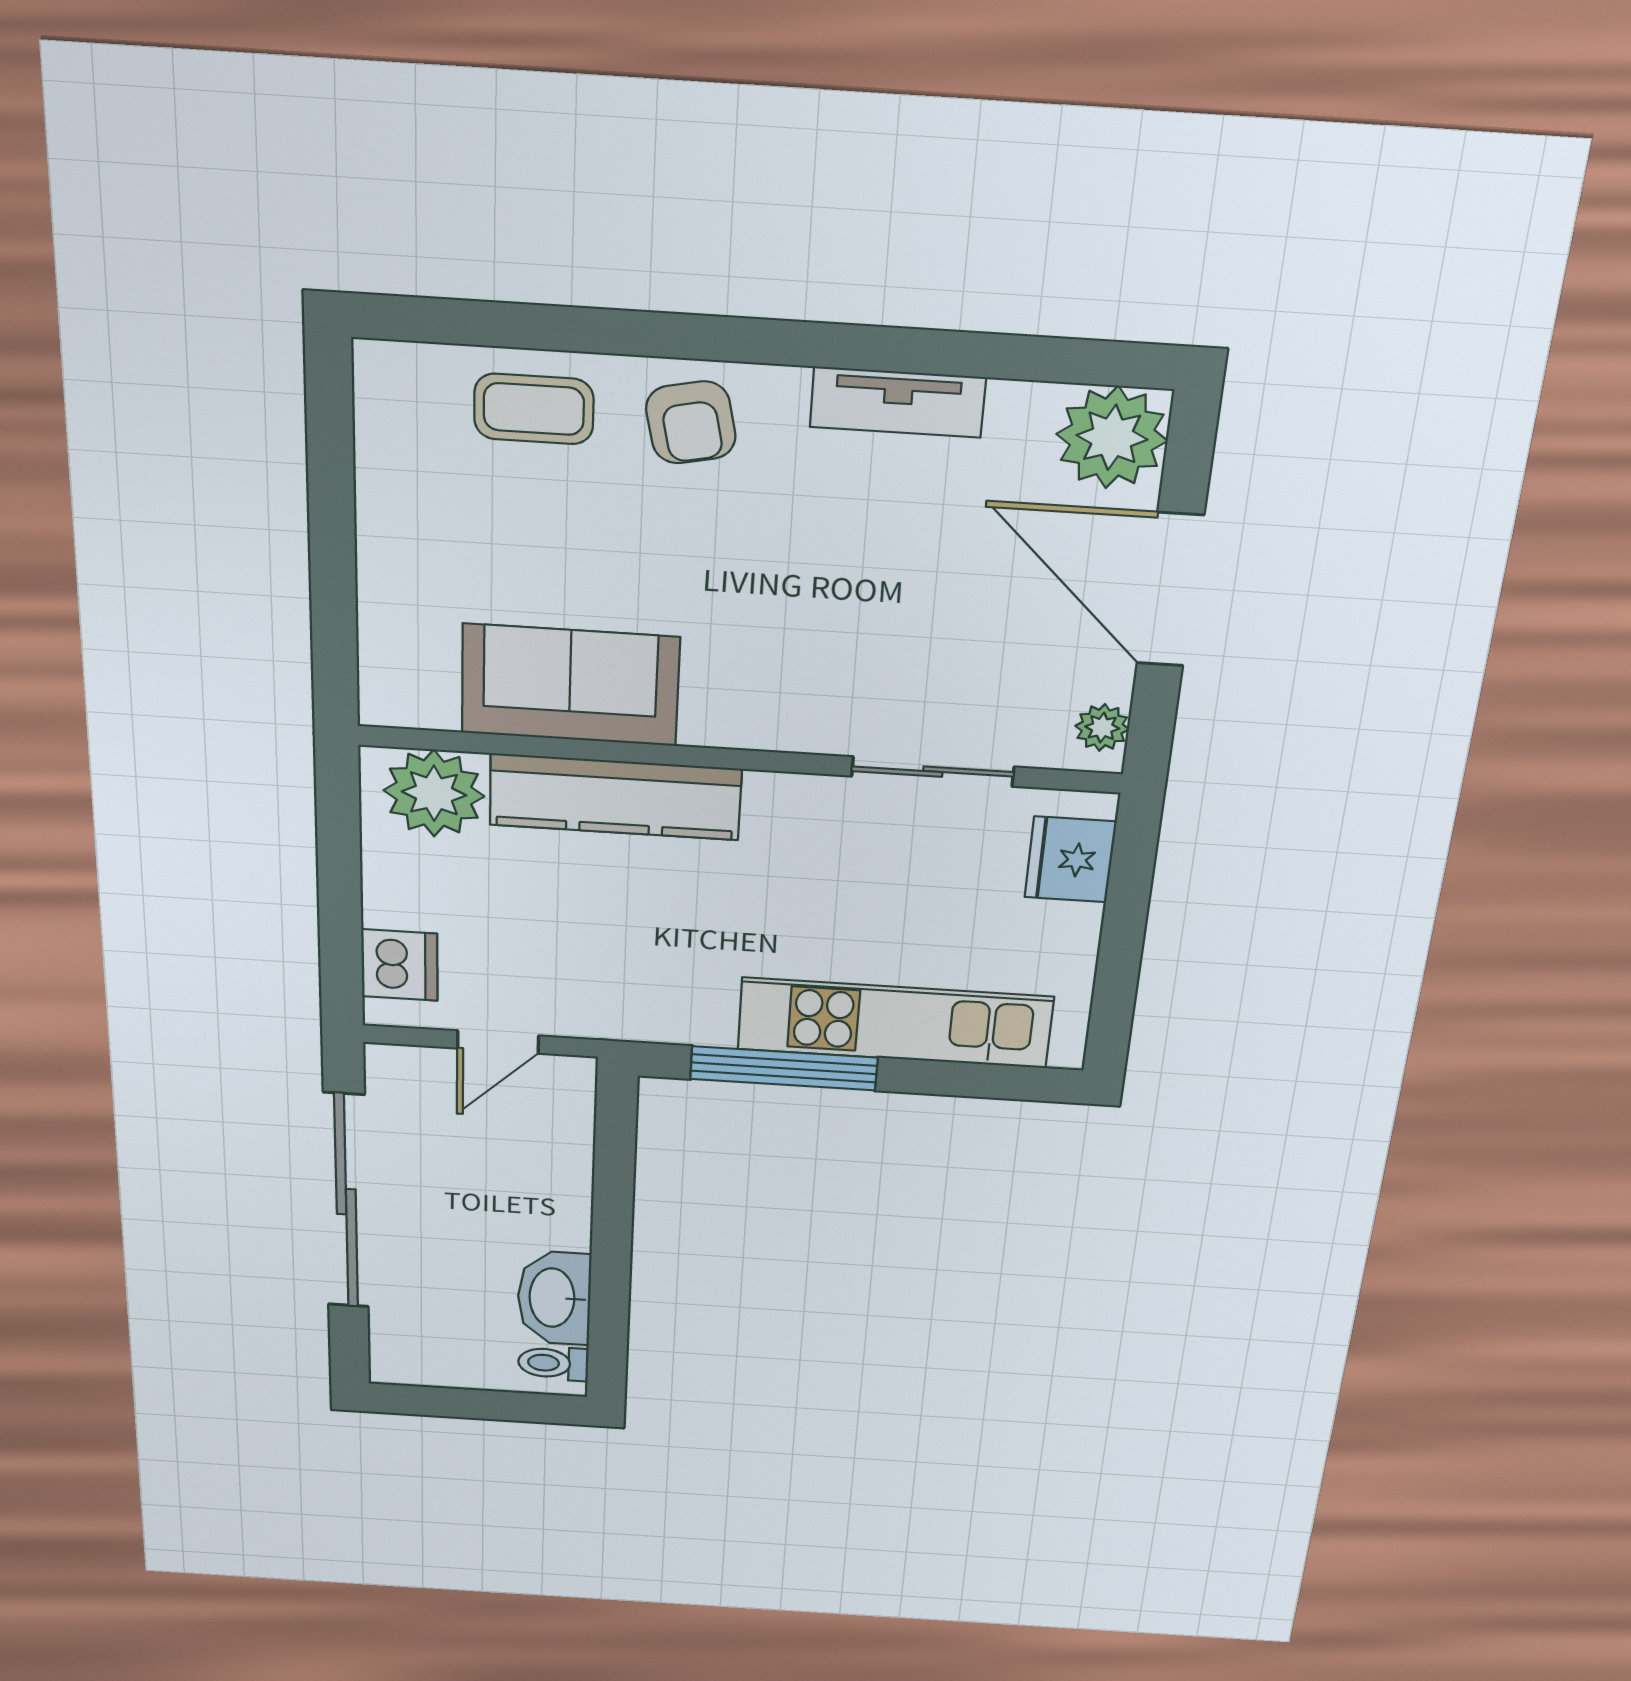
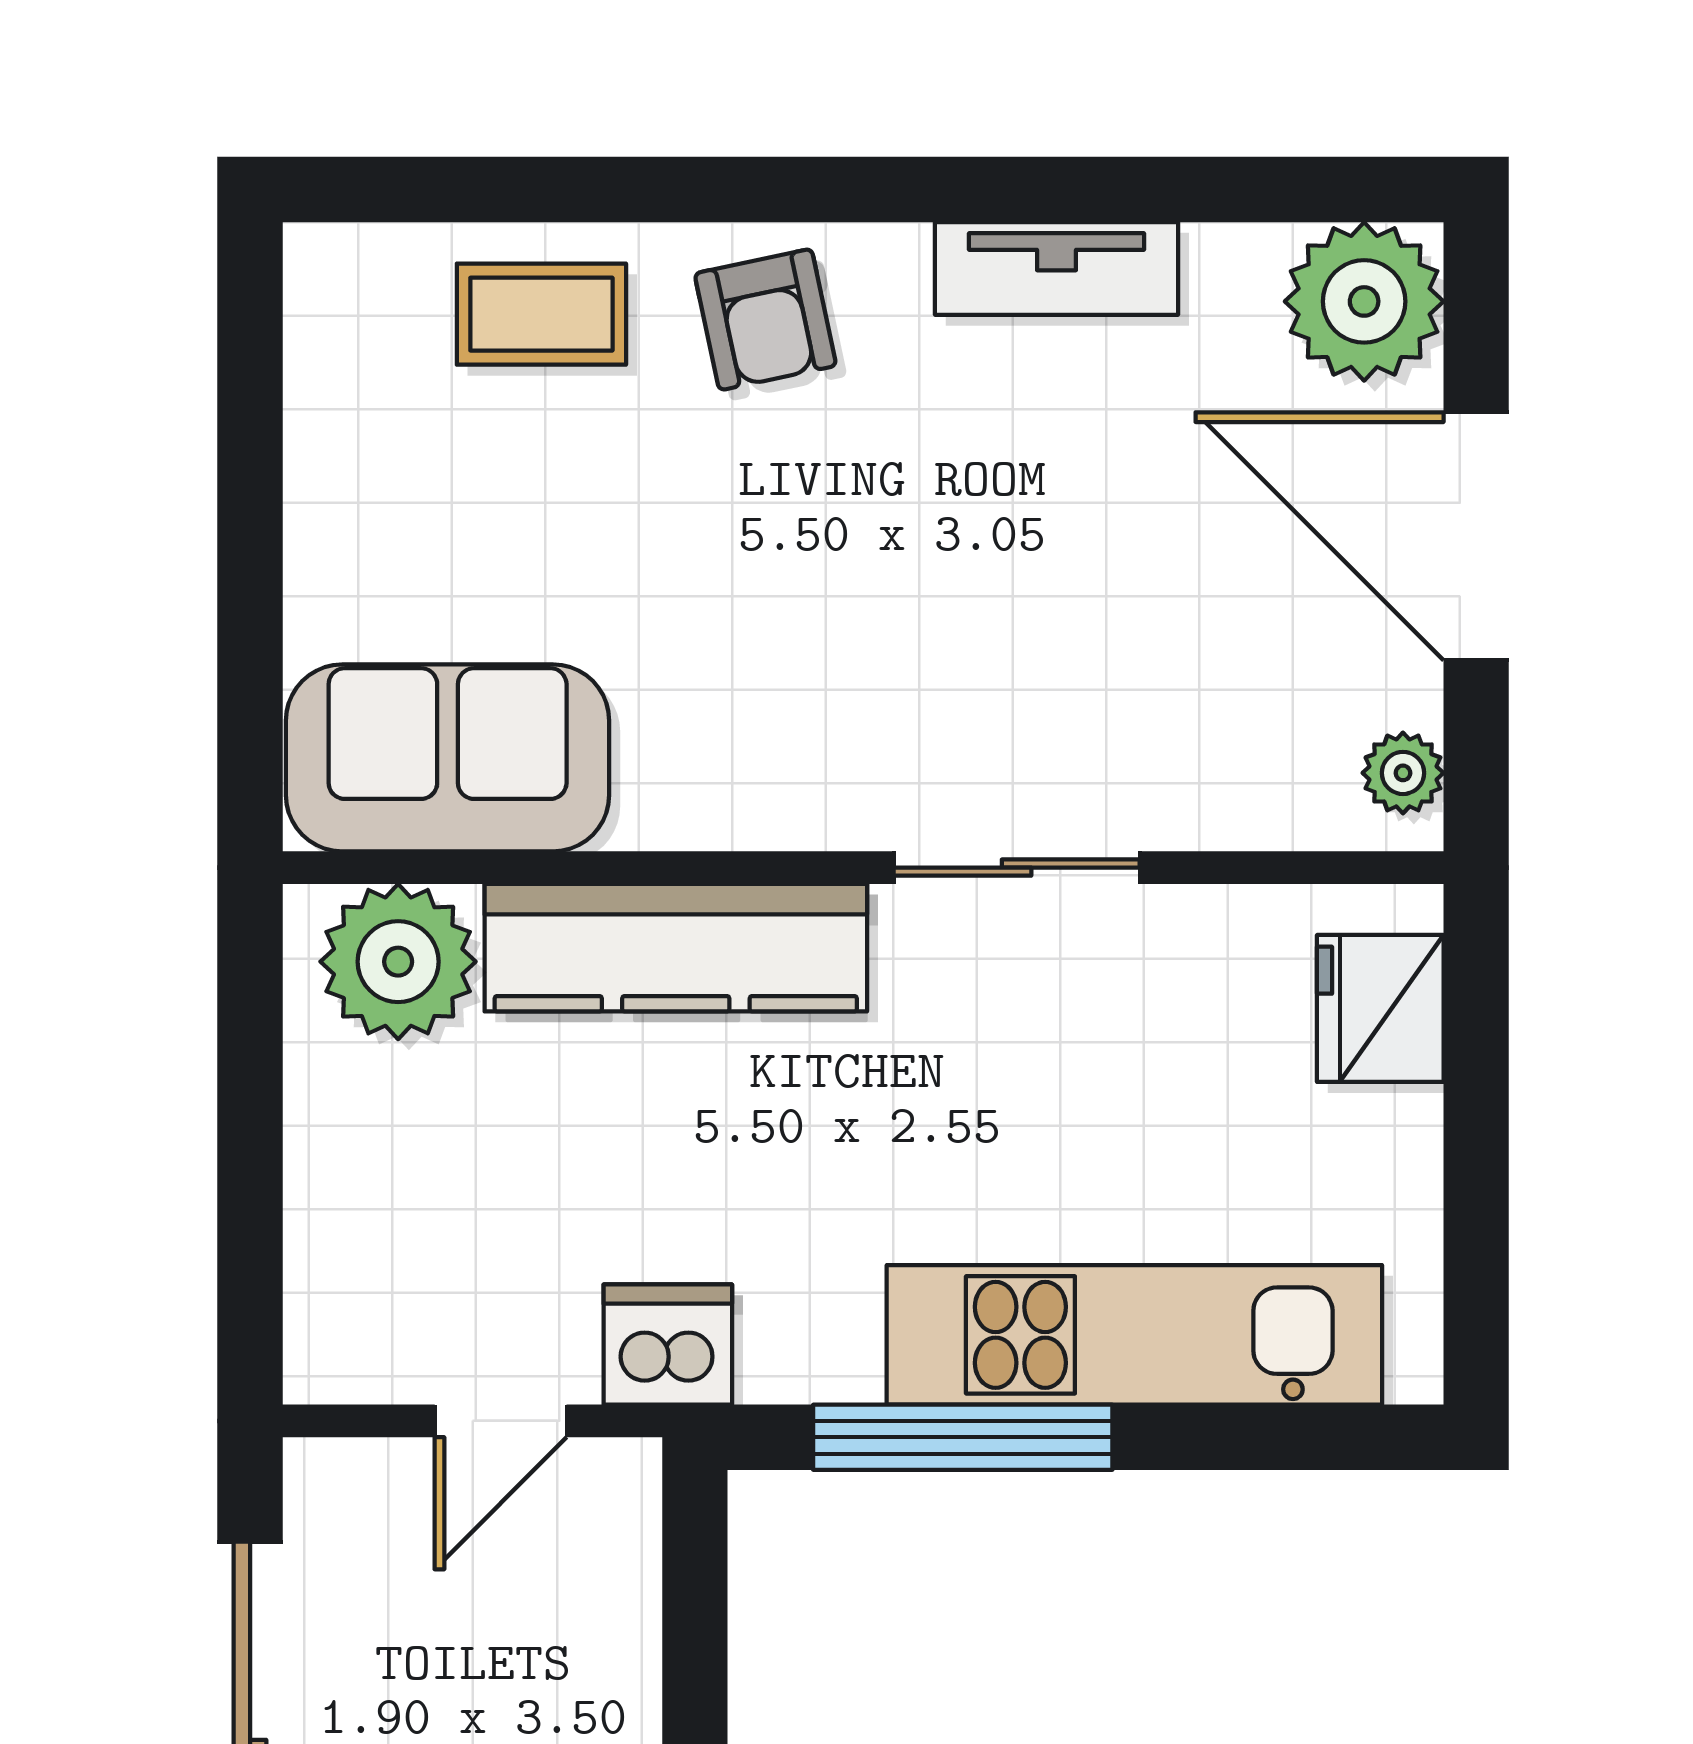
sofa: (570, 685) -> (448, 758), moved
sliding door: (933, 772) -> (1017, 868), moved
dishwasher: (399, 965) -> (668, 1345), moved, turned -90

